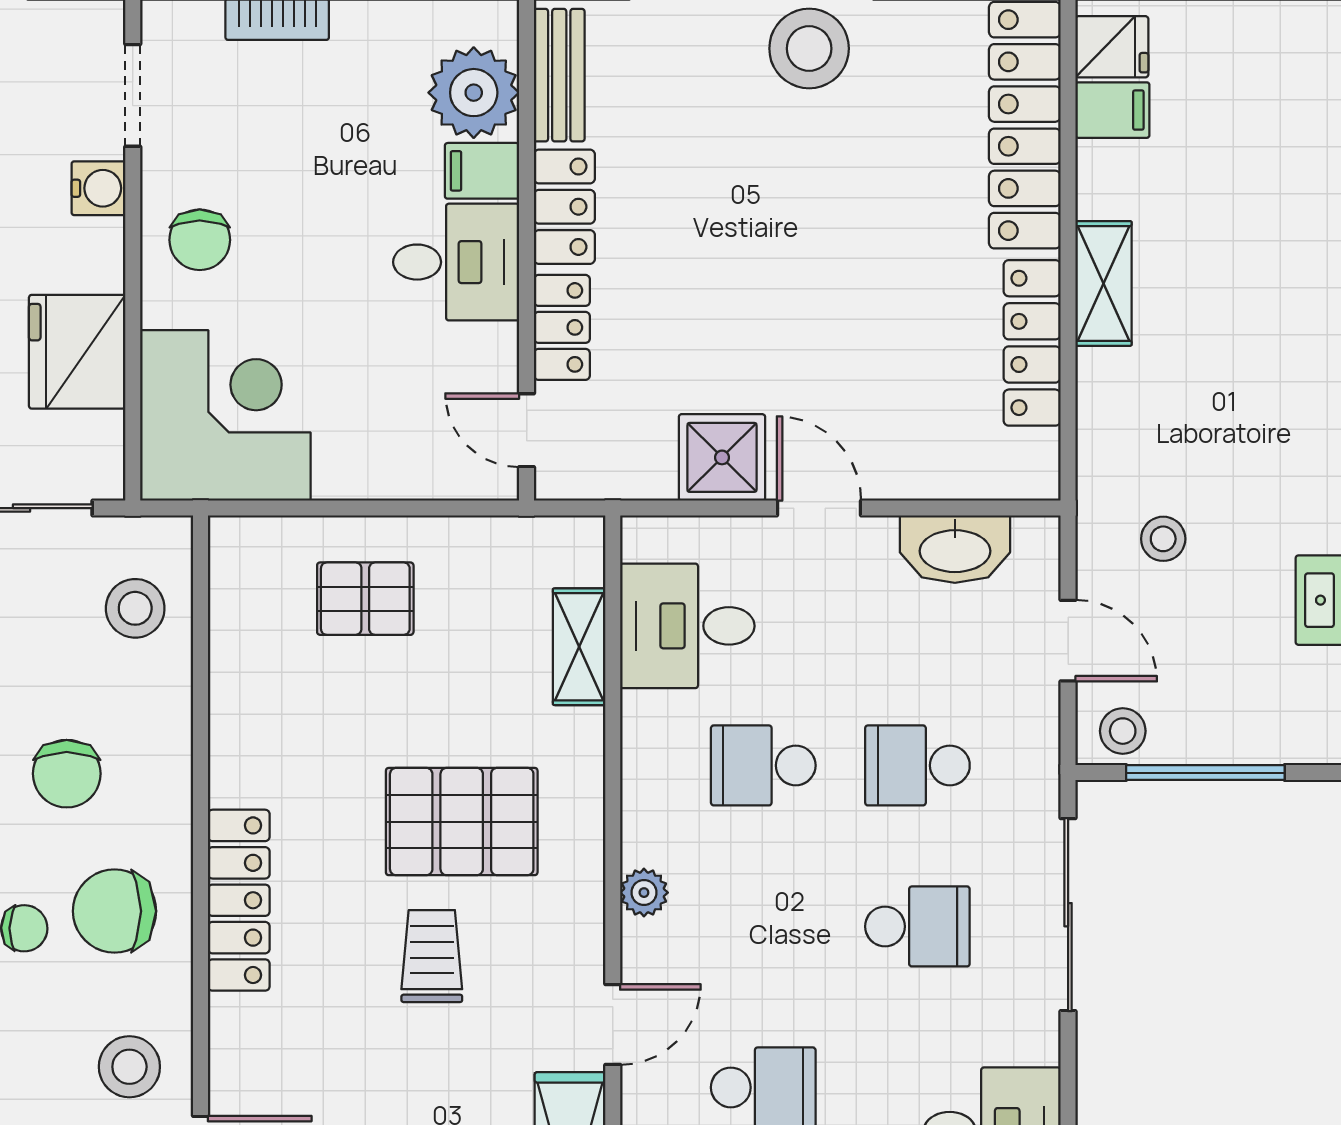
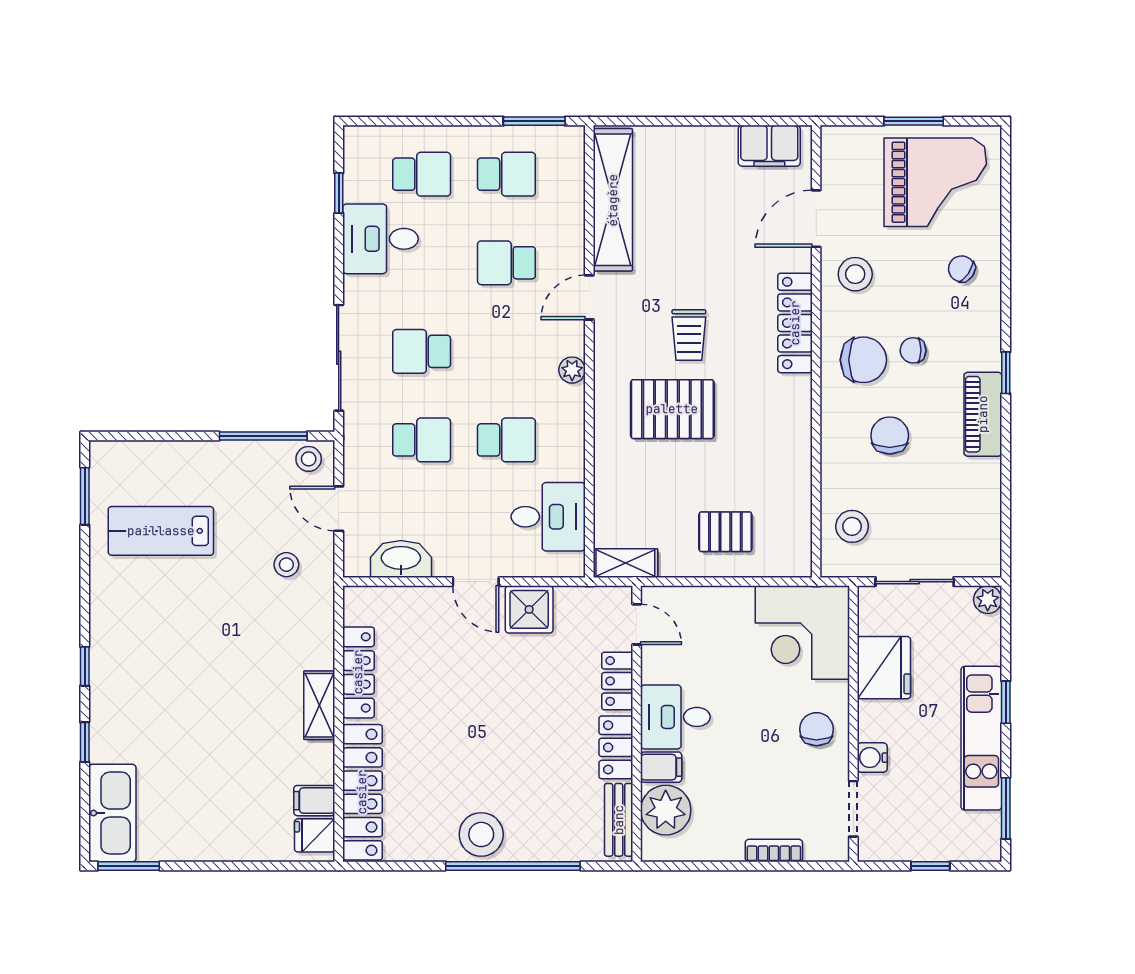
shelving: (579, 647) -> (625, 563), moved, turned 90
locker: (239, 900) -> (795, 323), moved

